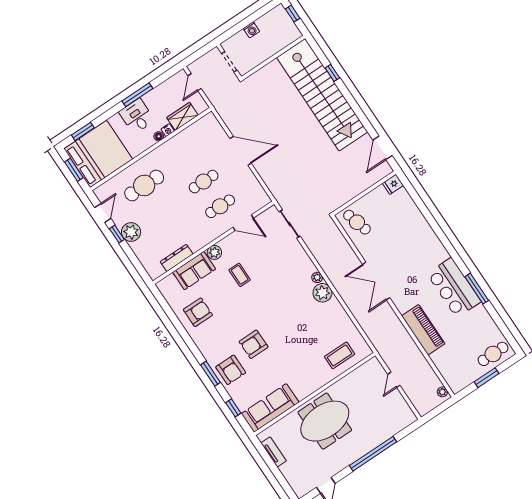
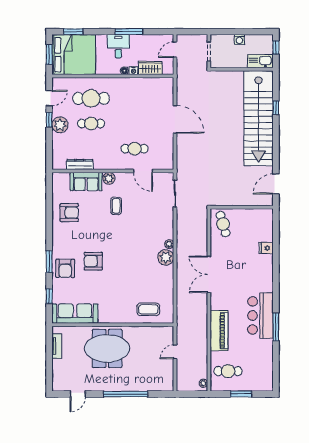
kitchen sink: (286, 37) -> (260, 61), added
cafe table: (204, 182) -> (91, 124), moved
fridge: (393, 184) -> (266, 248), moved
cafe table: (493, 354) -> (228, 371), moved

